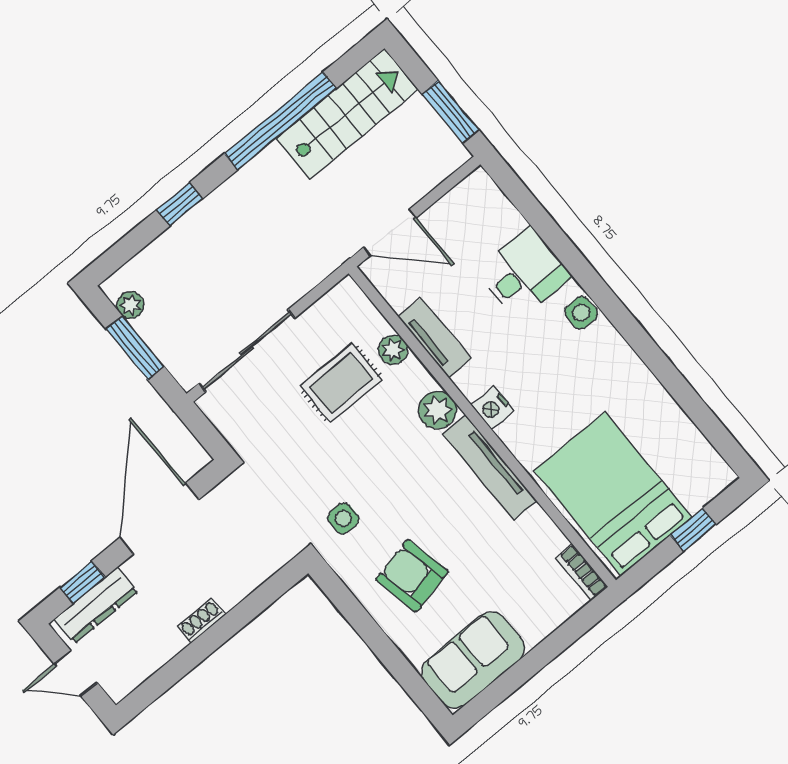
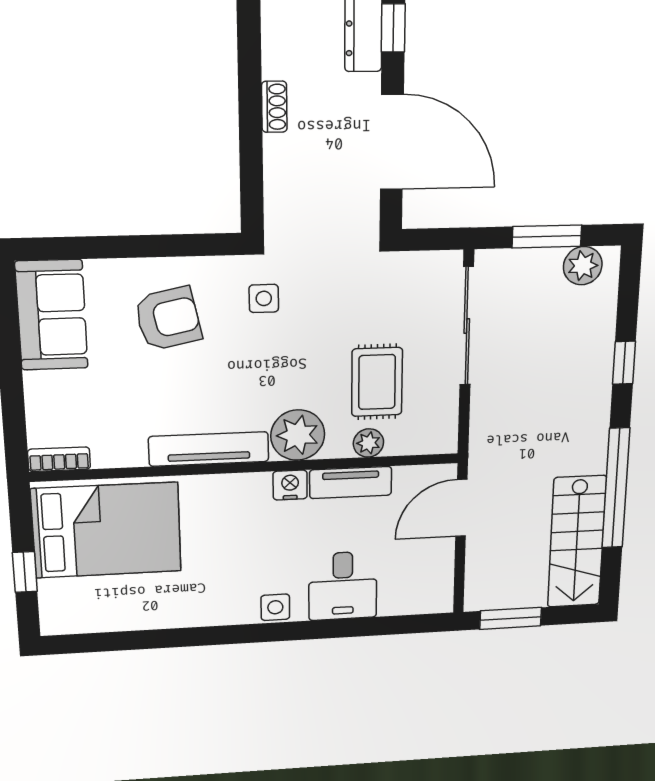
plant: (130, 305) -> (583, 266), width x1.38, depth x1.38
nightstand: (493, 408) -> (290, 485), moved
plant: (437, 410) -> (298, 435), width x1.36, depth x1.36

